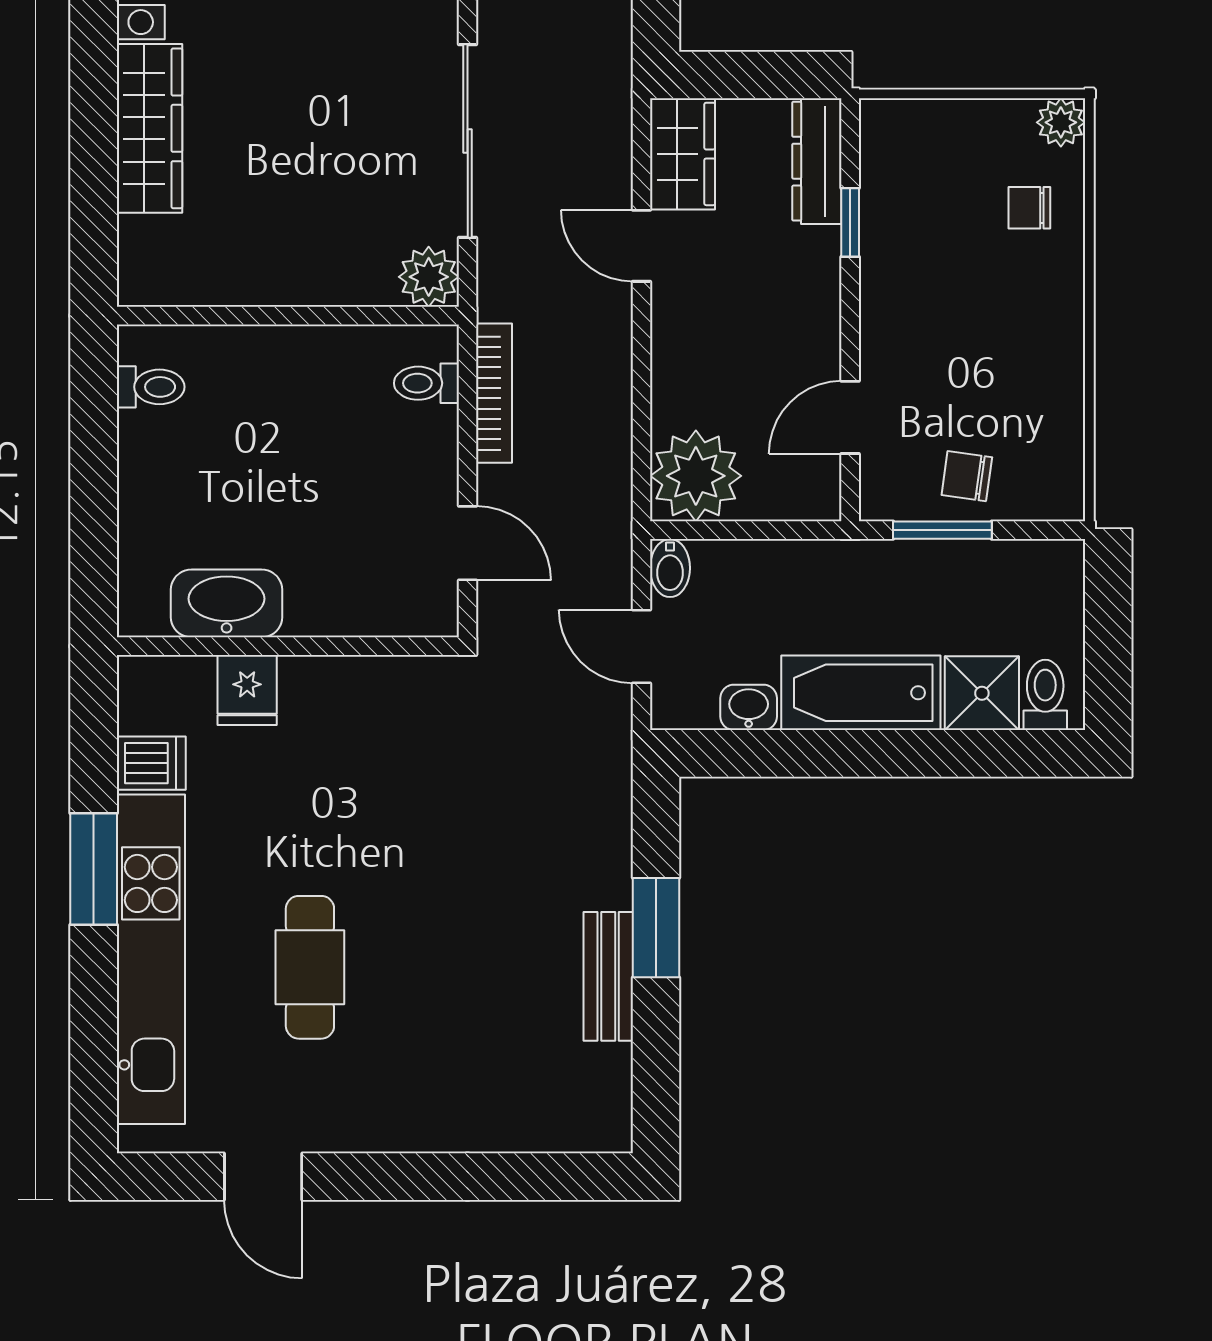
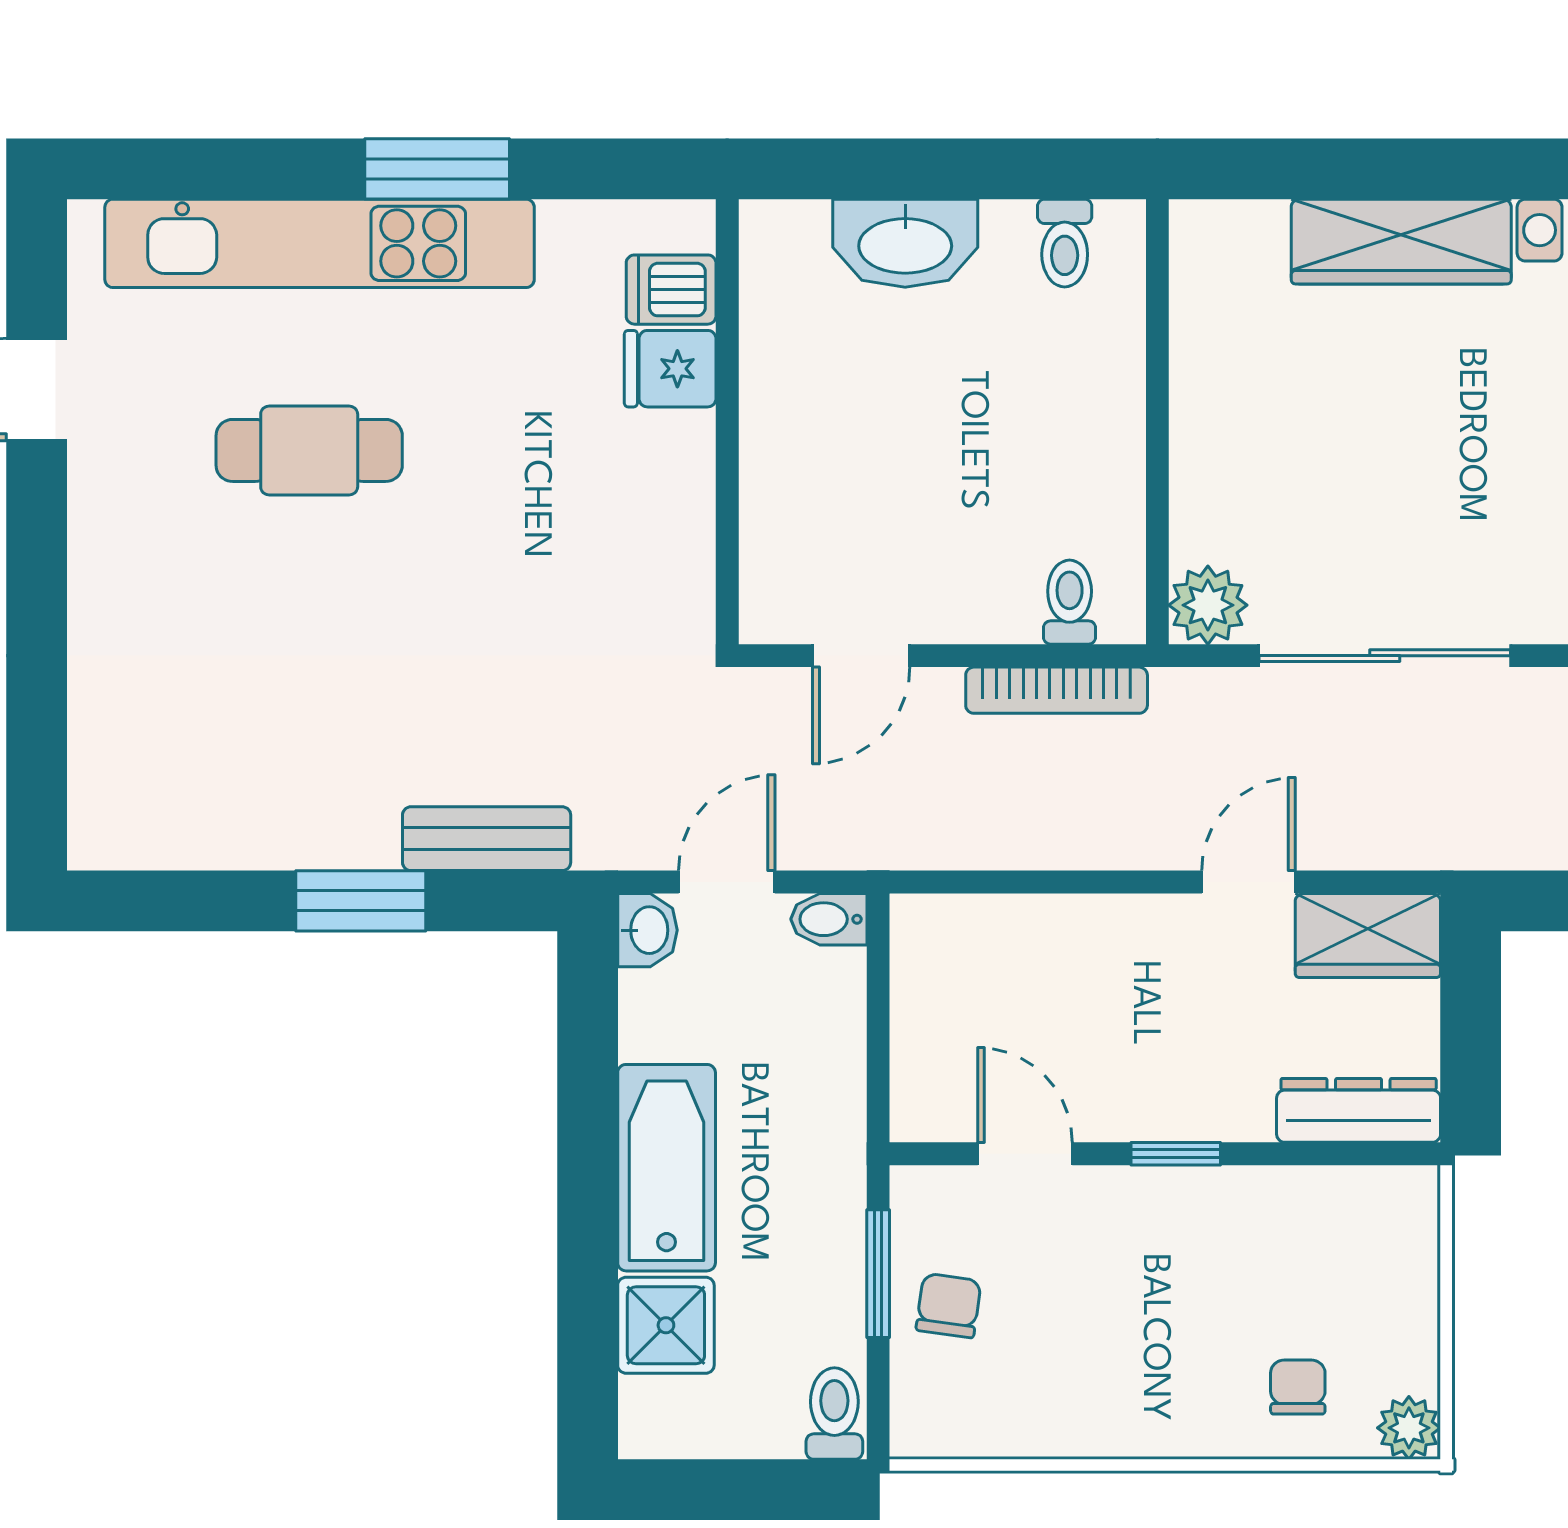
window: (850, 222) -> (1176, 1154), moved
plant: (696, 476) -> (949, 953), removed
washbasin: (227, 603) -> (905, 243), moved, turned 90
toilet: (1045, 695) -> (834, 1414), moved, turned -90
washbasin: (749, 707) -> (647, 930), moved
dishwasher: (151, 763) -> (671, 290), moved, turned 90
bench: (608, 976) -> (487, 839), moved

